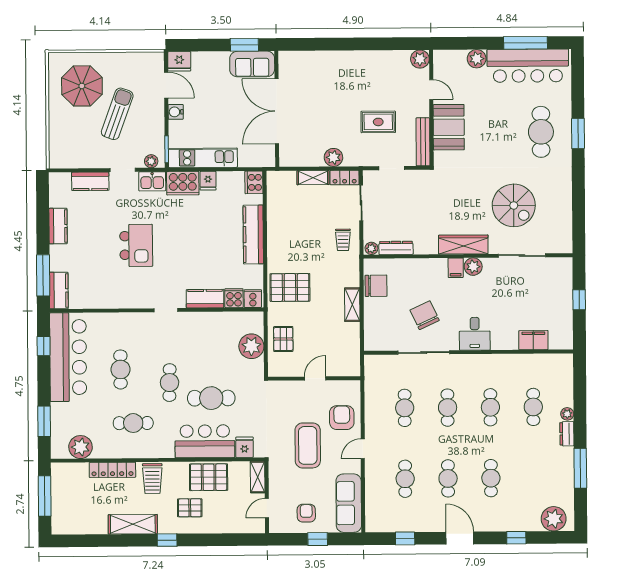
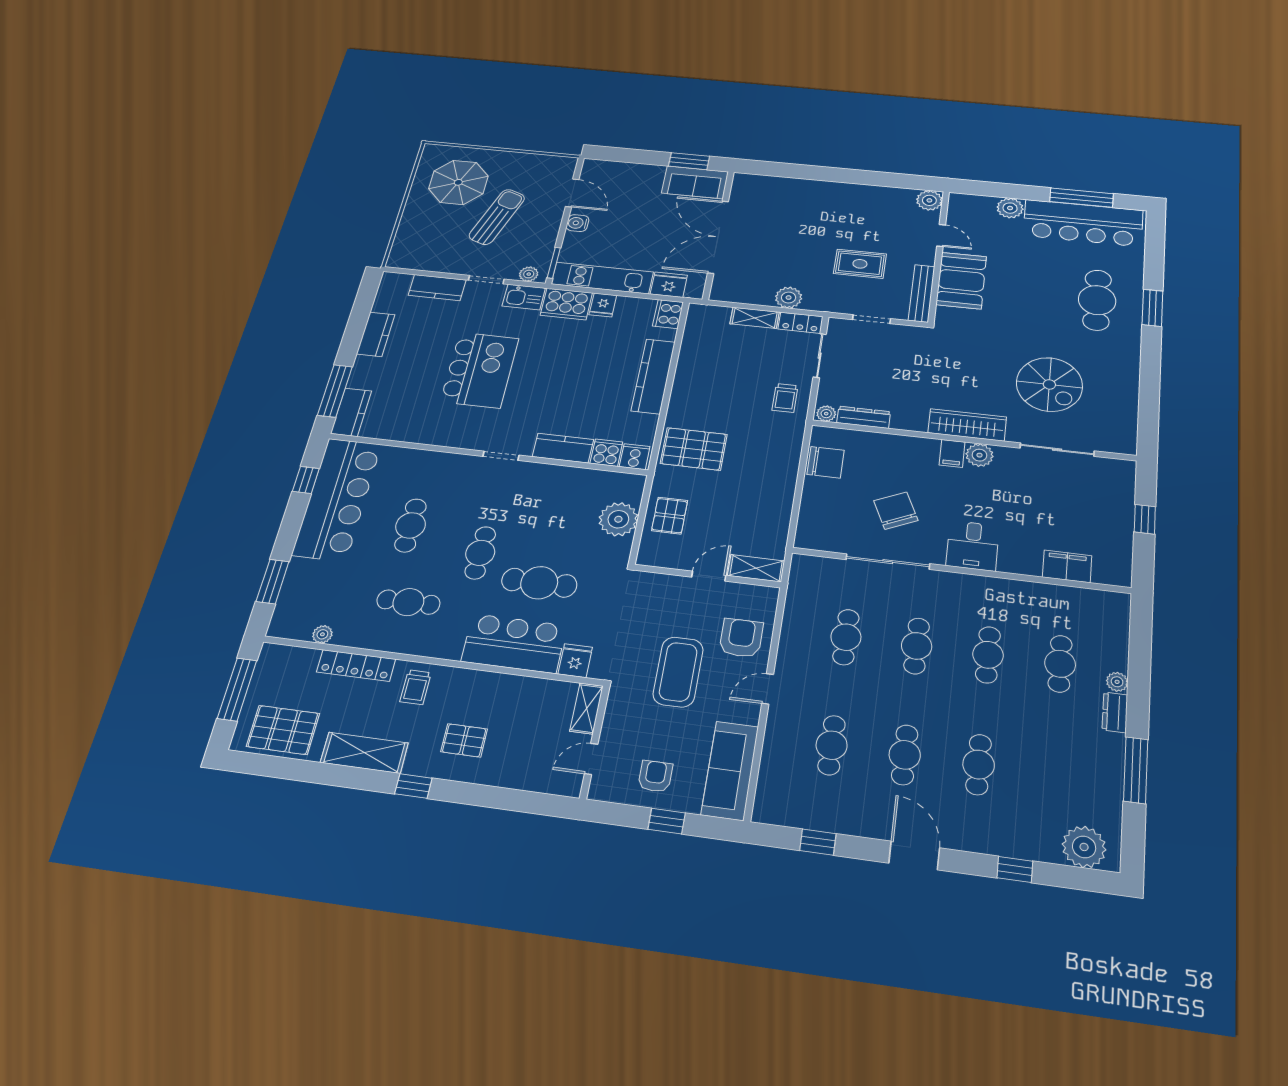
fridge: (179, 61) -> (669, 285), moved, turned 180
kitchen island: (136, 245) -> (480, 370), width x1.37, depth x1.28
shelving: (352, 305) -> (756, 568), moved, turned 90
plant: (80, 447) -> (322, 634), width x0.53, depth x0.53
pallet: (209, 477) -> (283, 730), moved
trolley: (152, 479) -> (416, 687), width x0.73, depth x0.72

